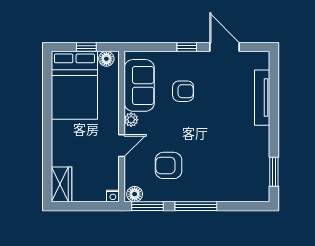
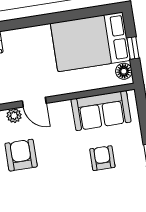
armchair: (183, 91) -> (102, 158), turned 180
plant: (131, 120) -> (14, 116), moved

